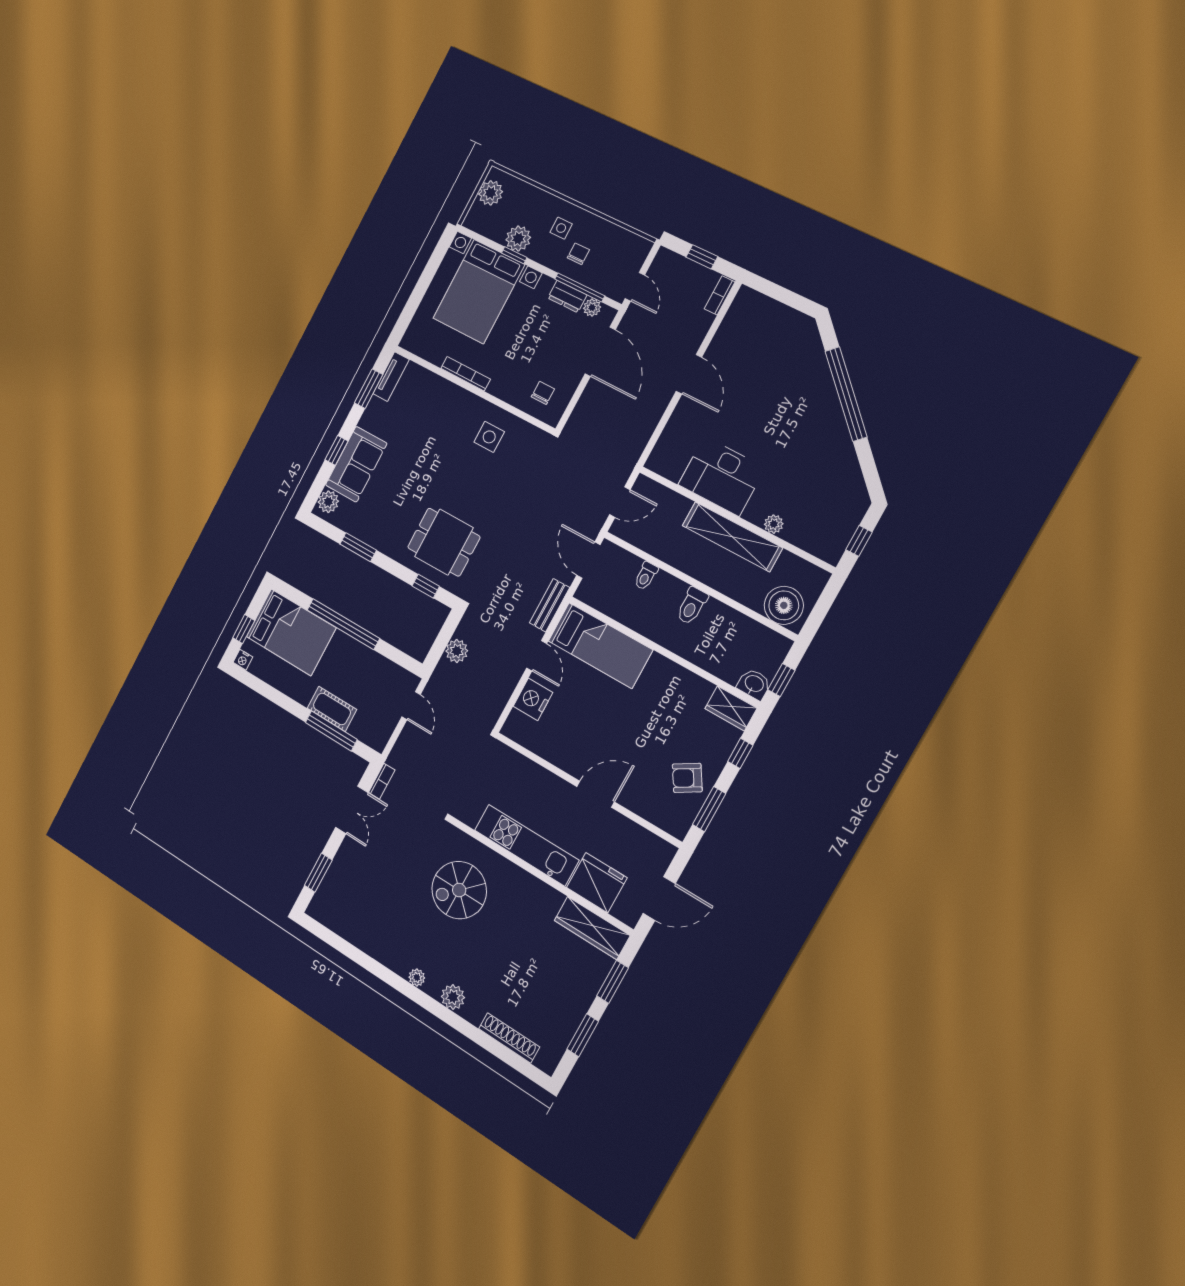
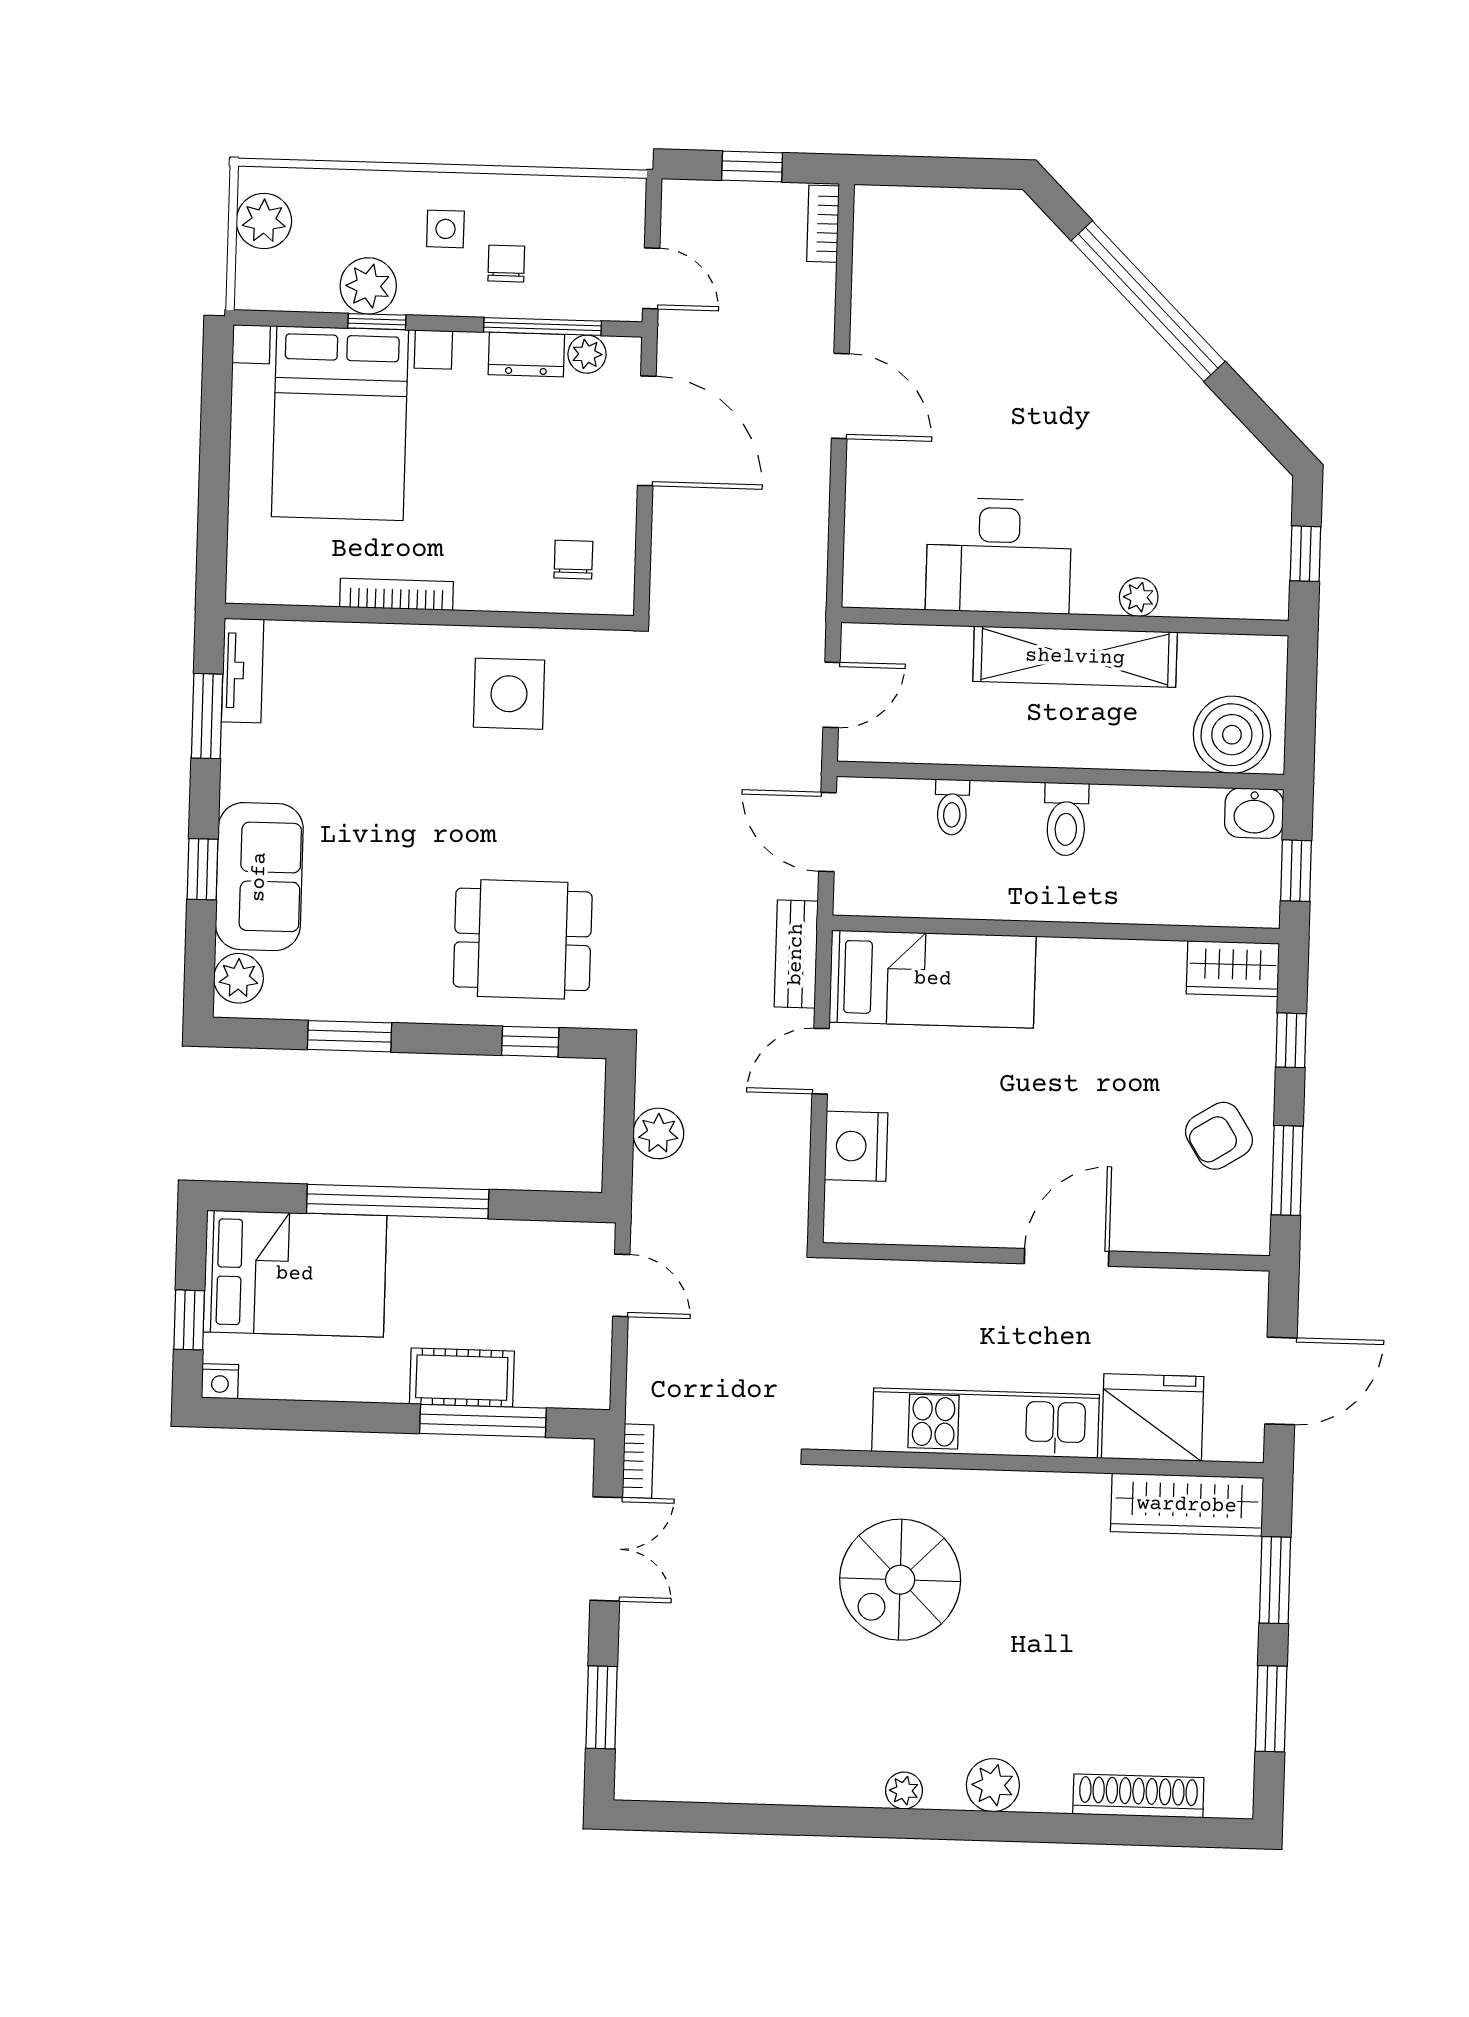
side table: (489, 437) -> (509, 694), width x1.37, depth x1.37
door: (537, 656) -> (821, 1061), swing flipped
washbasin: (754, 684) -> (1254, 813), moved, turned 180

